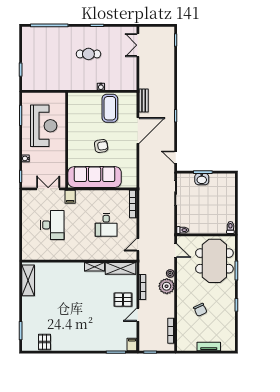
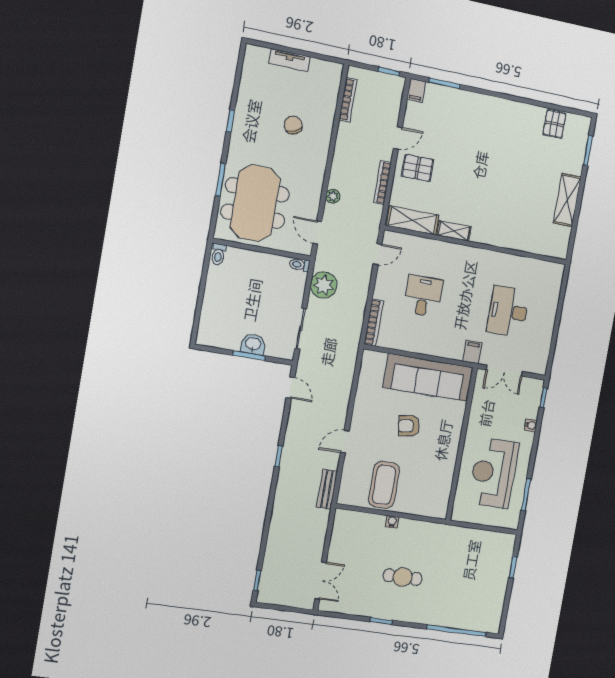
door: (138, 130) -> (345, 442), width x0.53
shelving: (28, 280) -> (567, 200), moved
plant: (167, 286) -> (324, 285), moved

